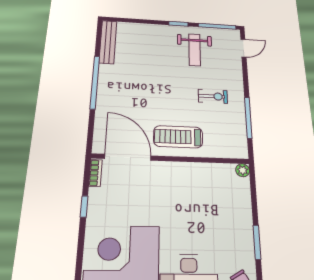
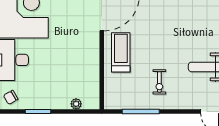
plant: (243, 170) -> (76, 104), moved

